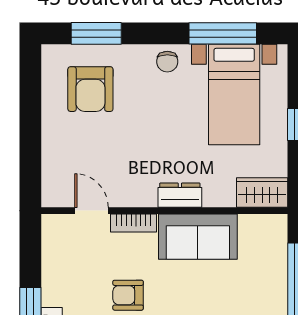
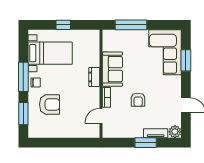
window: (223, 33) -> (23, 77), moved
armchair: (90, 89) -> (50, 104), moved
wardrobe: (262, 193) -> (93, 41), removed

